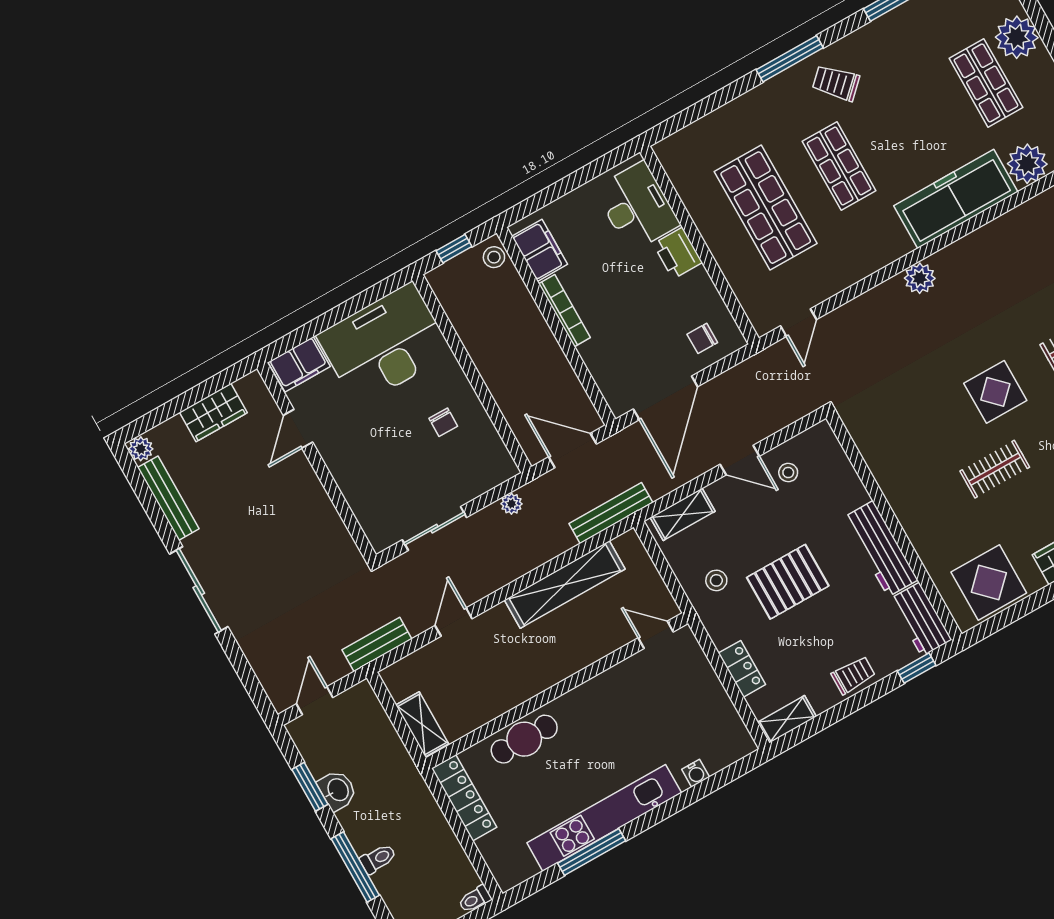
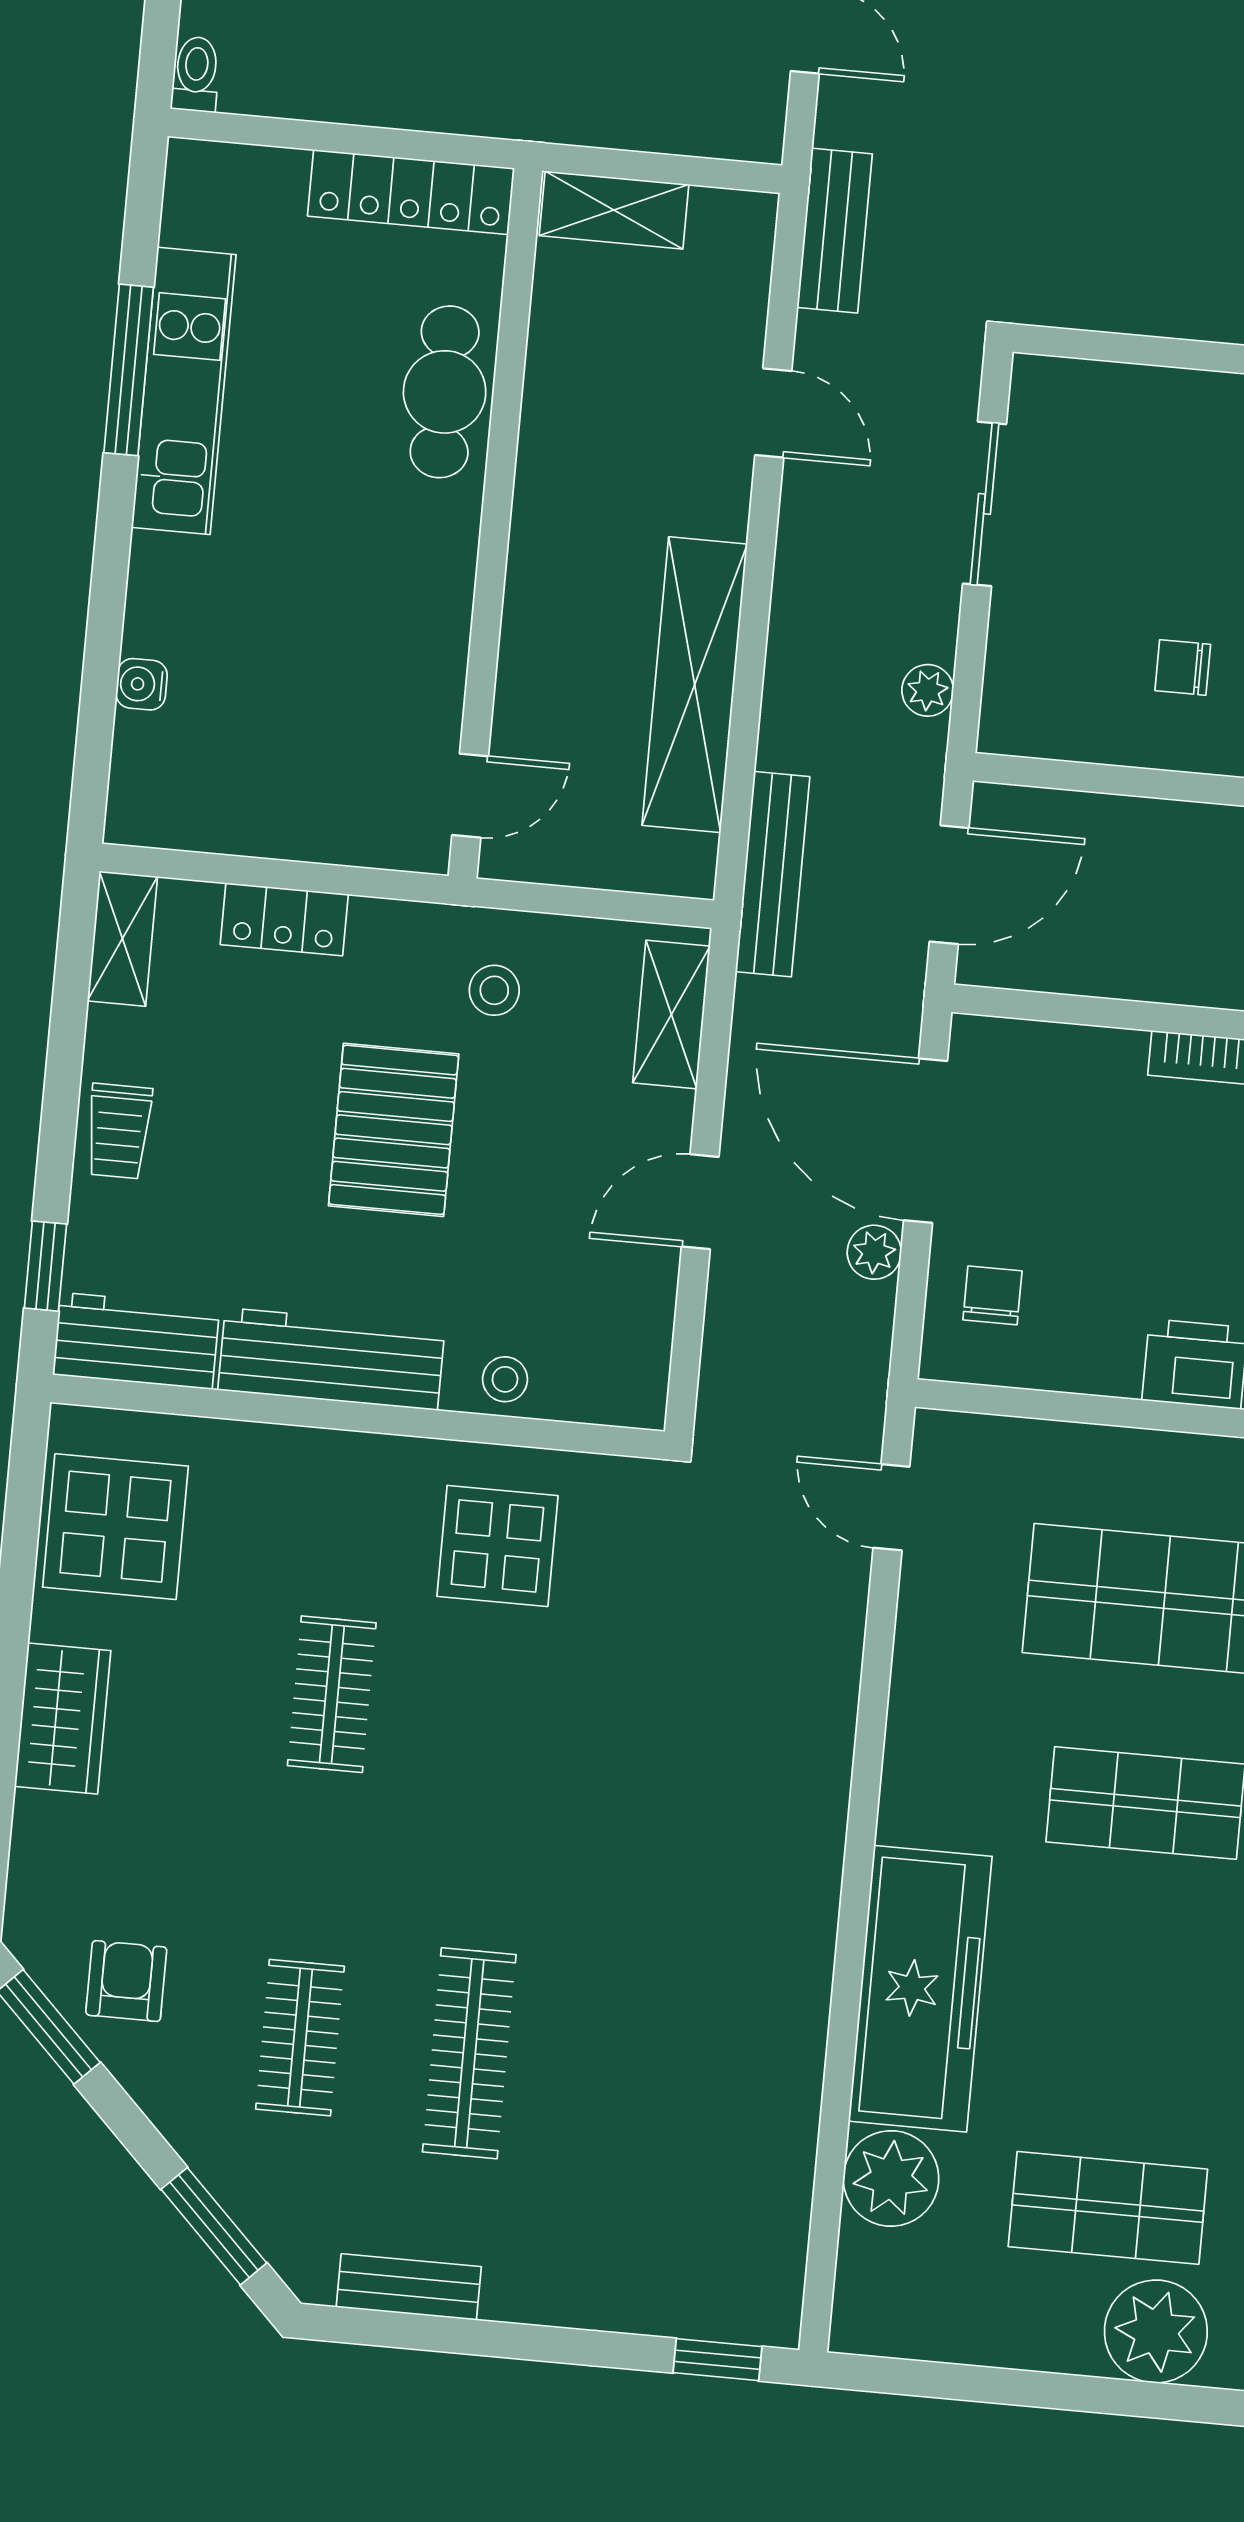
plant: (920, 278) -> (874, 1252), moved, width x0.73, depth x0.73
display table: (995, 392) -> (497, 1546), moved
stool: (788, 473) -> (505, 1379), moved
kitchen unit: (604, 818) -> (184, 391), width x0.73

